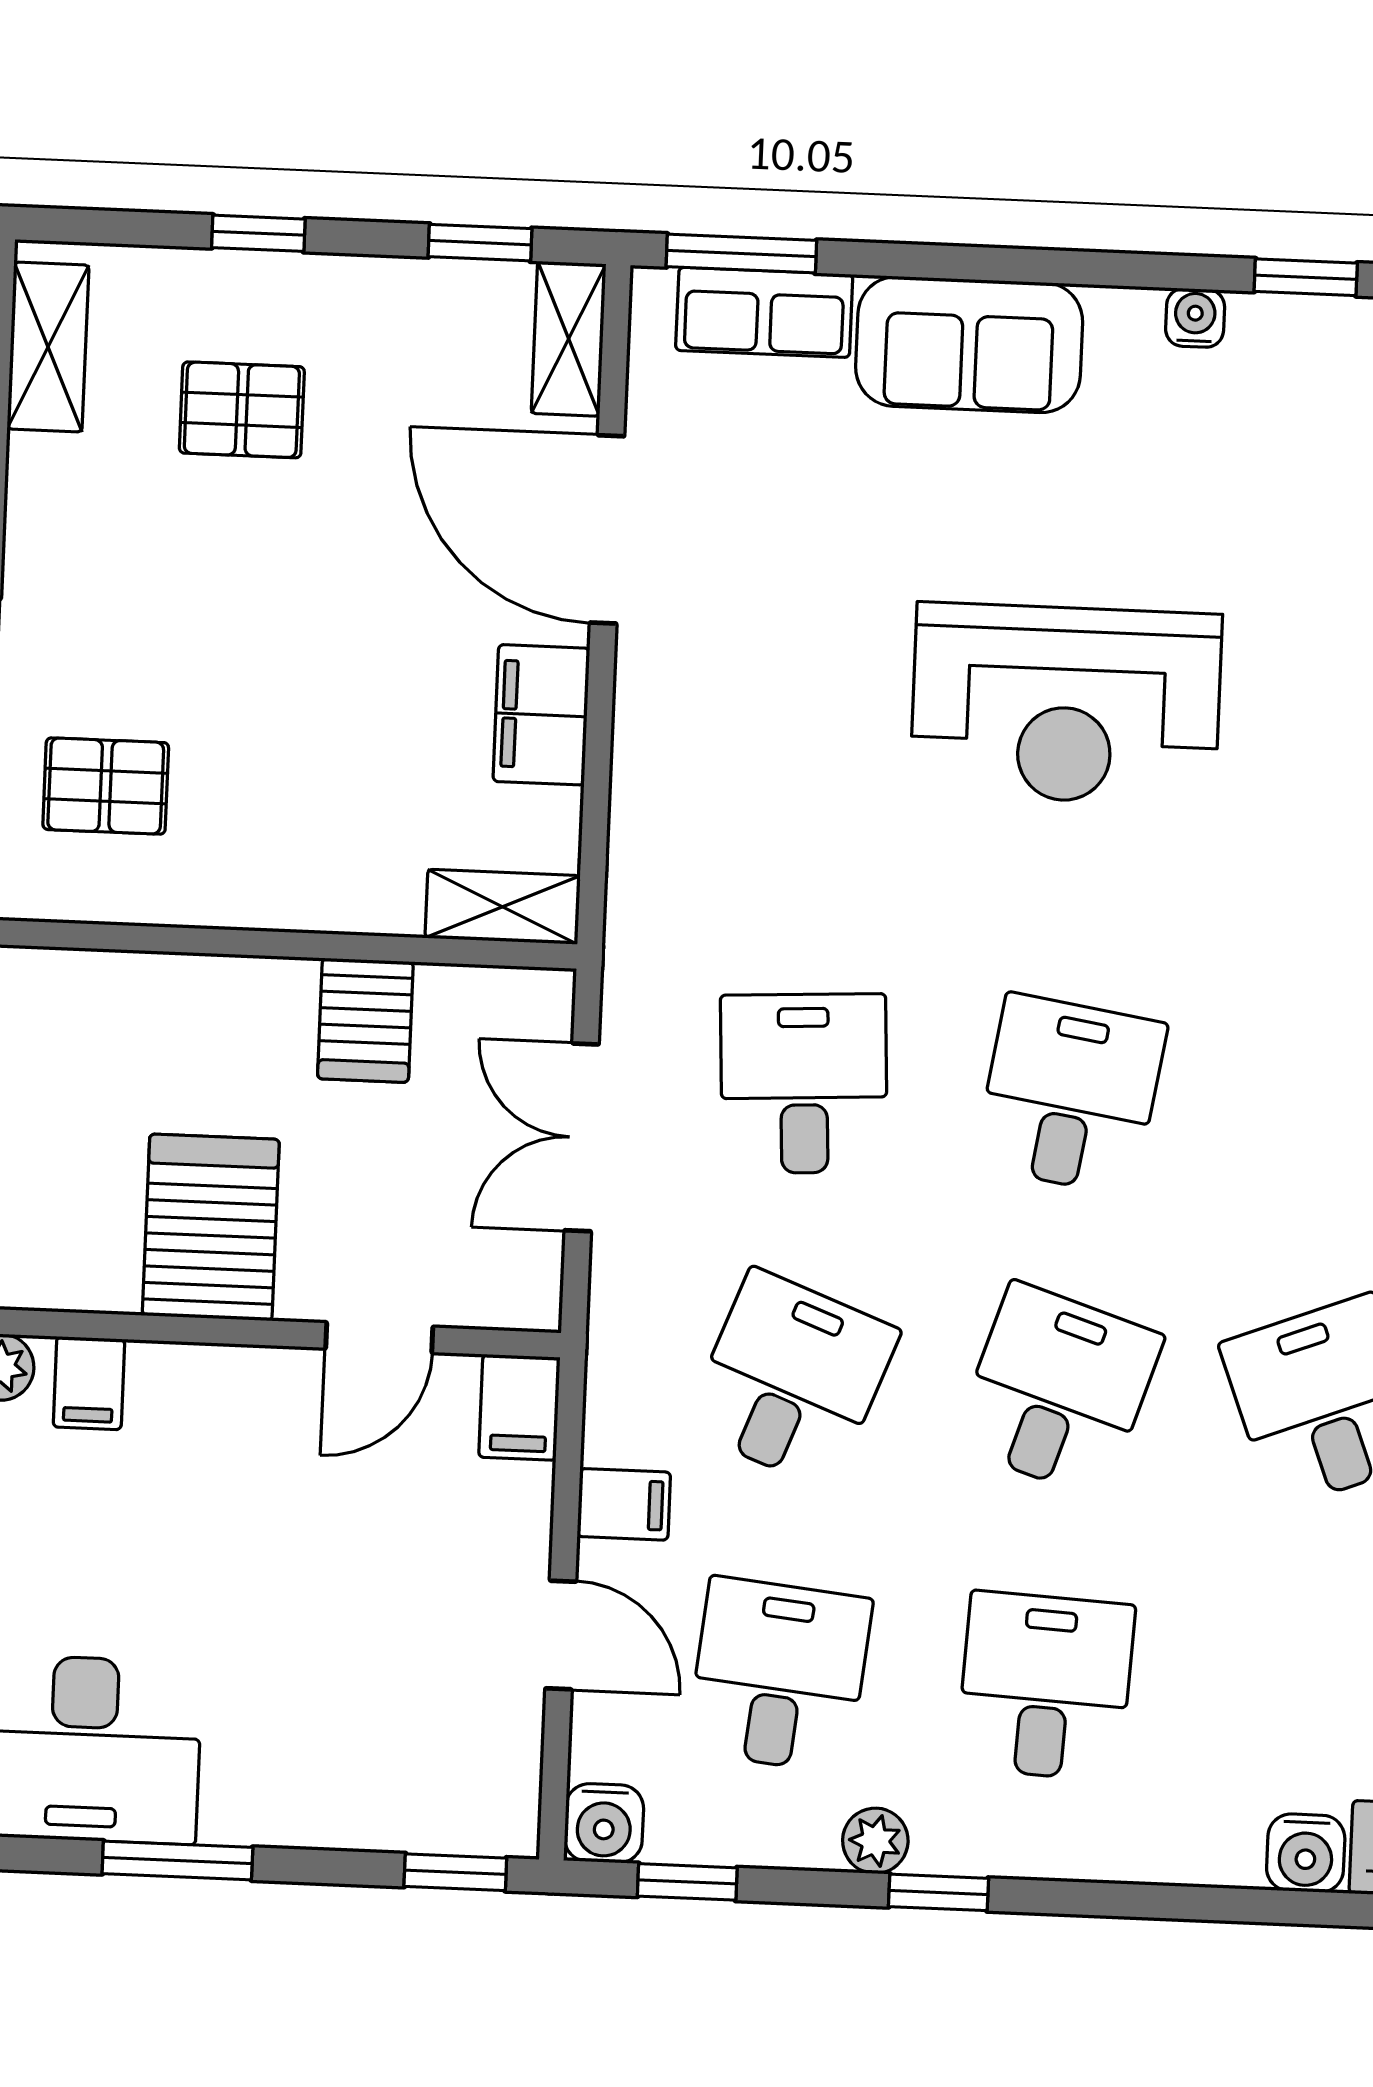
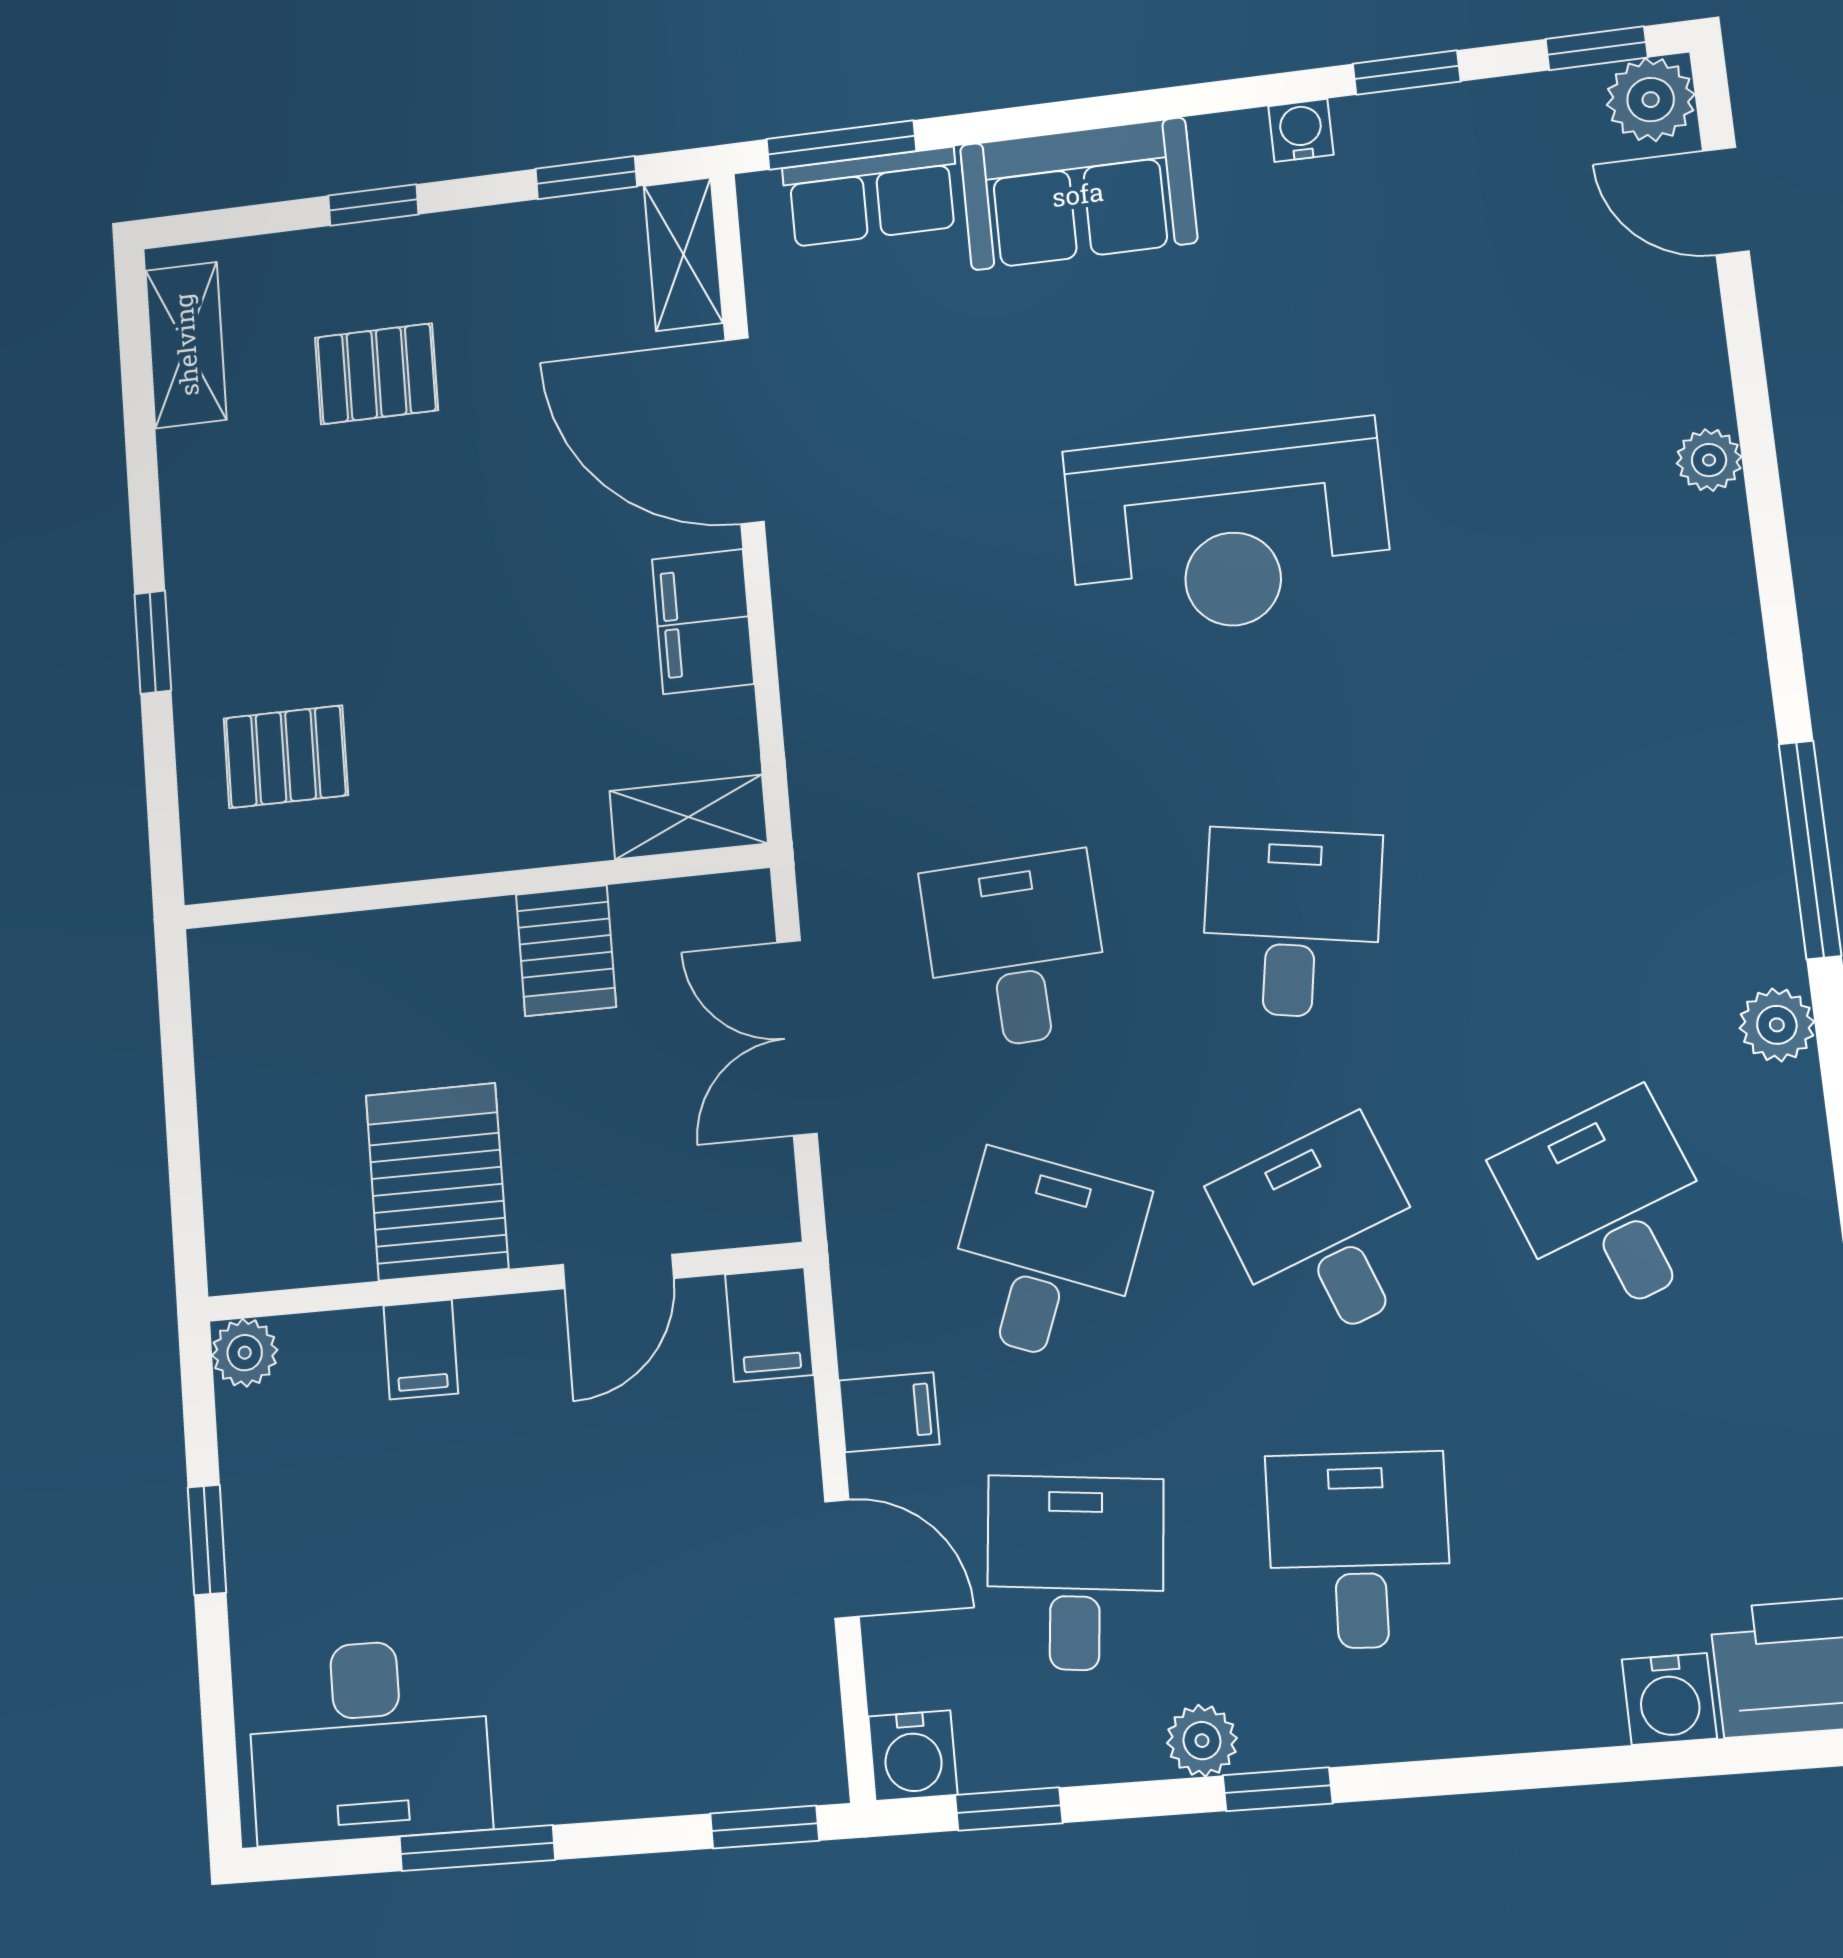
filing cabinet: (89, 1383) -> (421, 1349), moved
desk: (1058, 1390) -> (1325, 1232), turned -39

